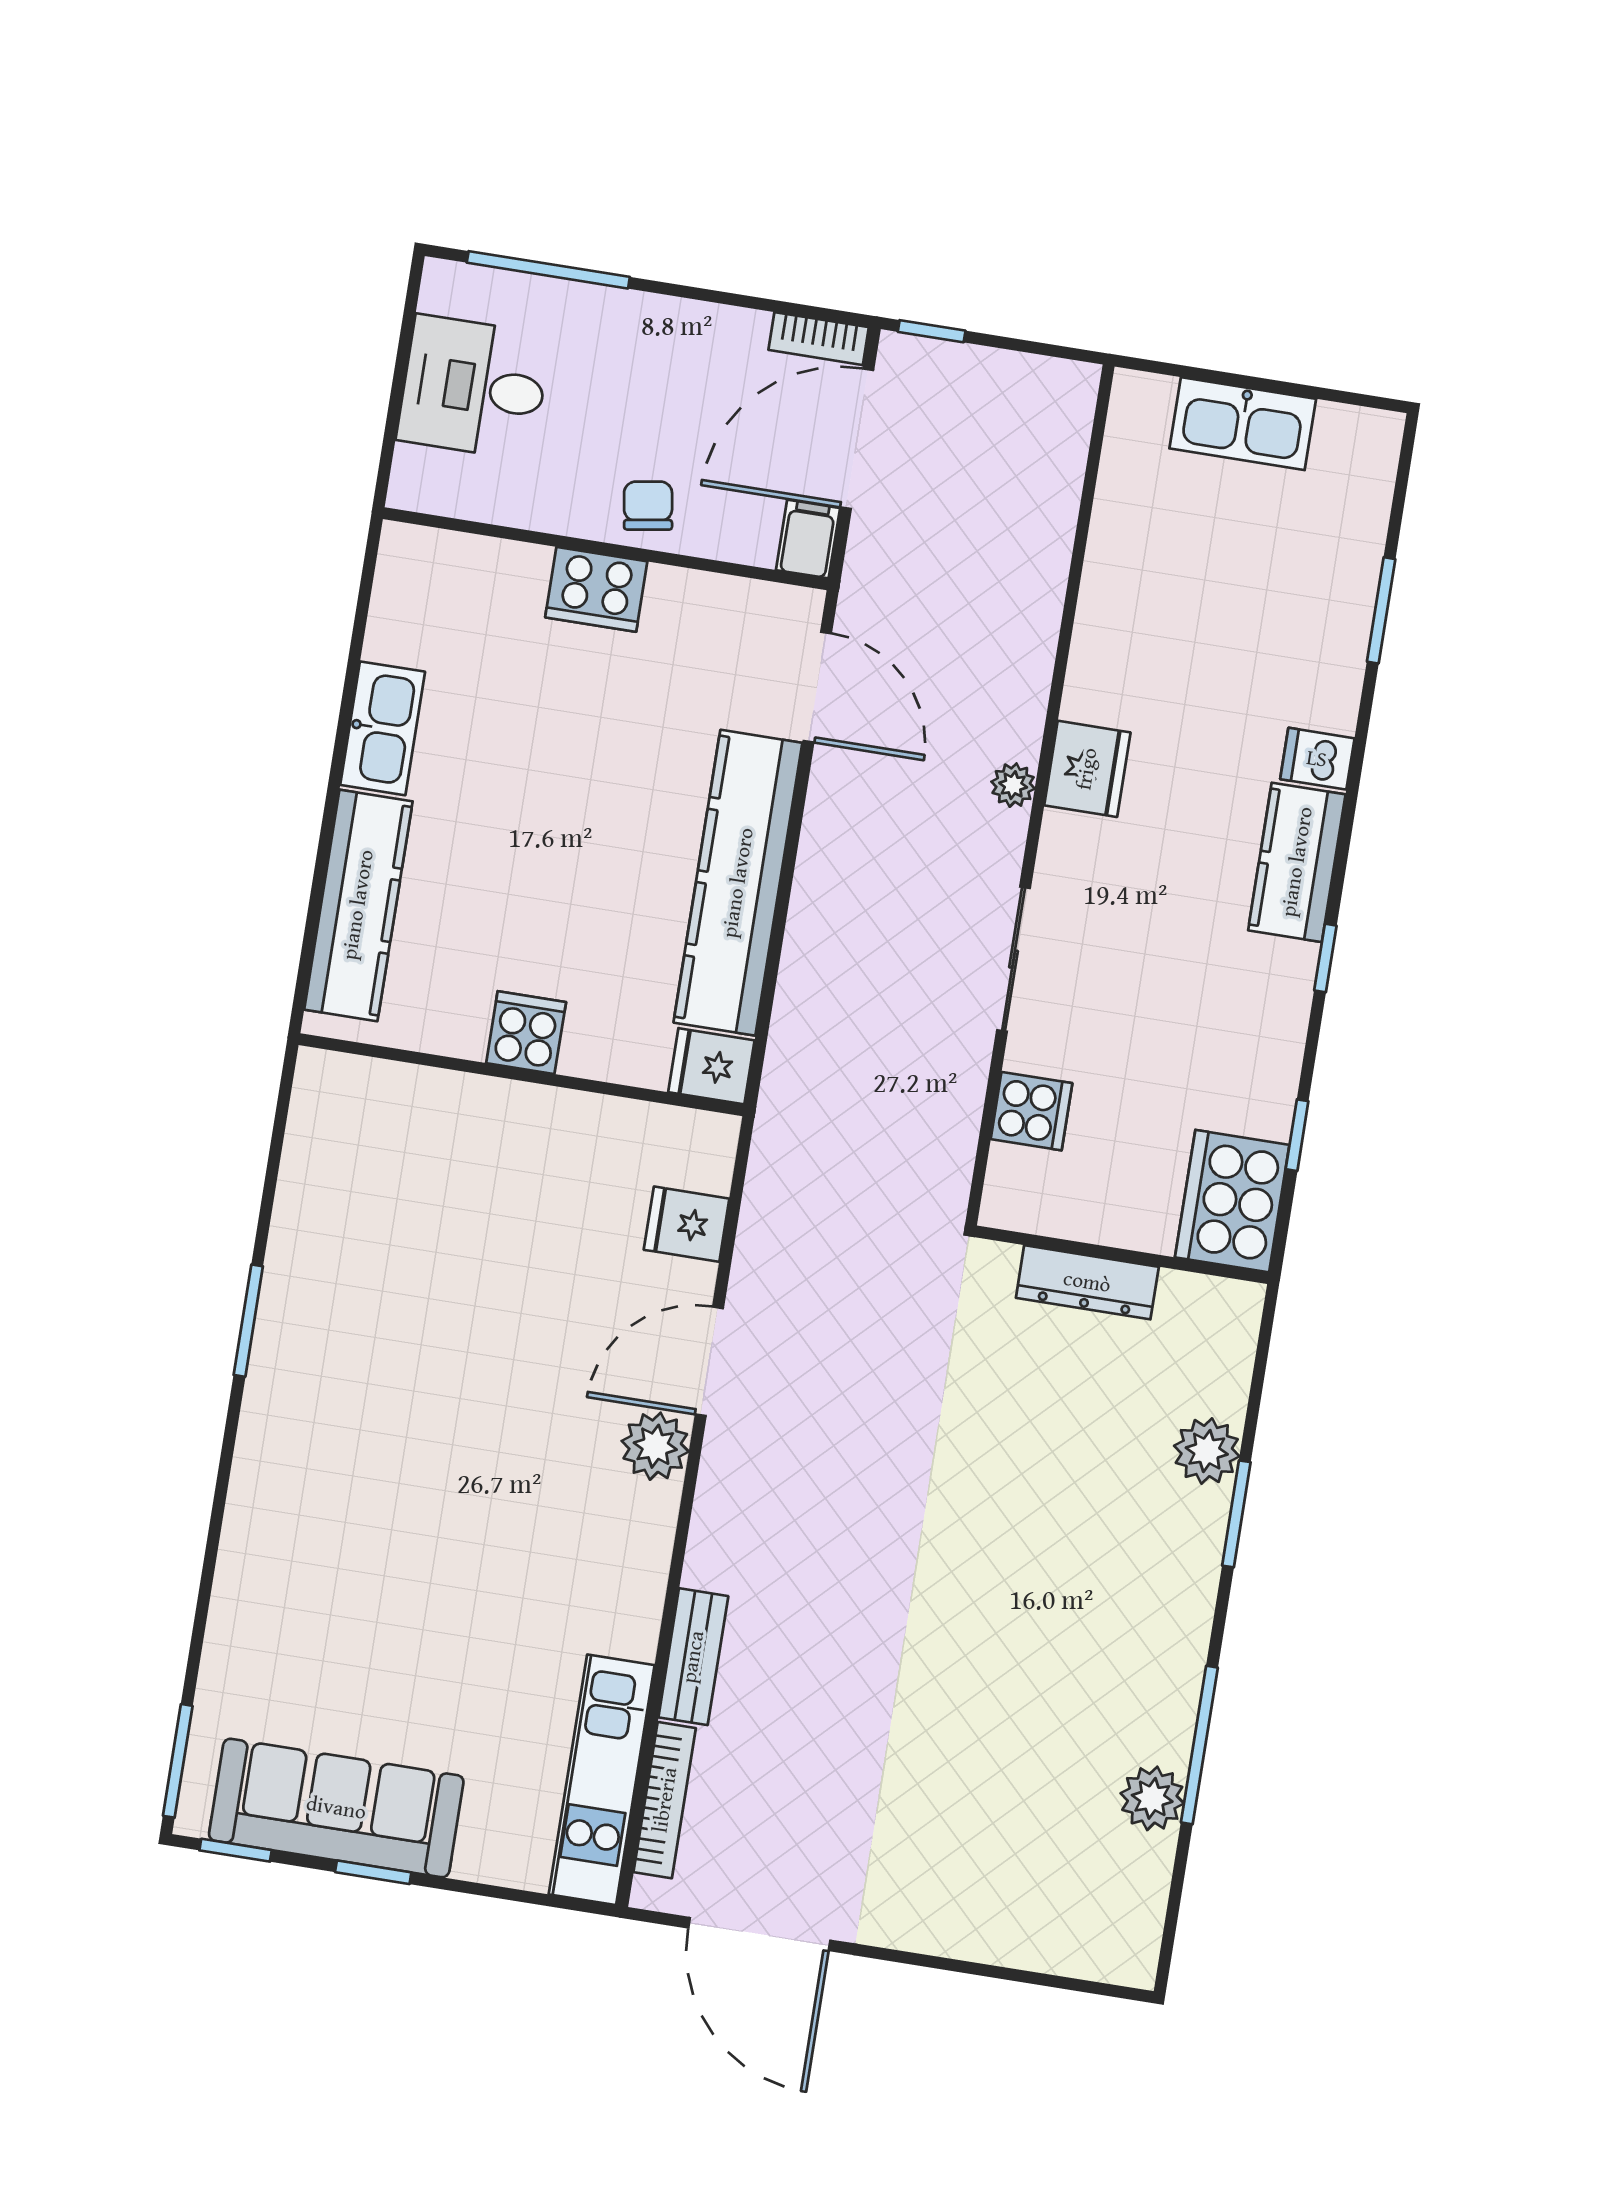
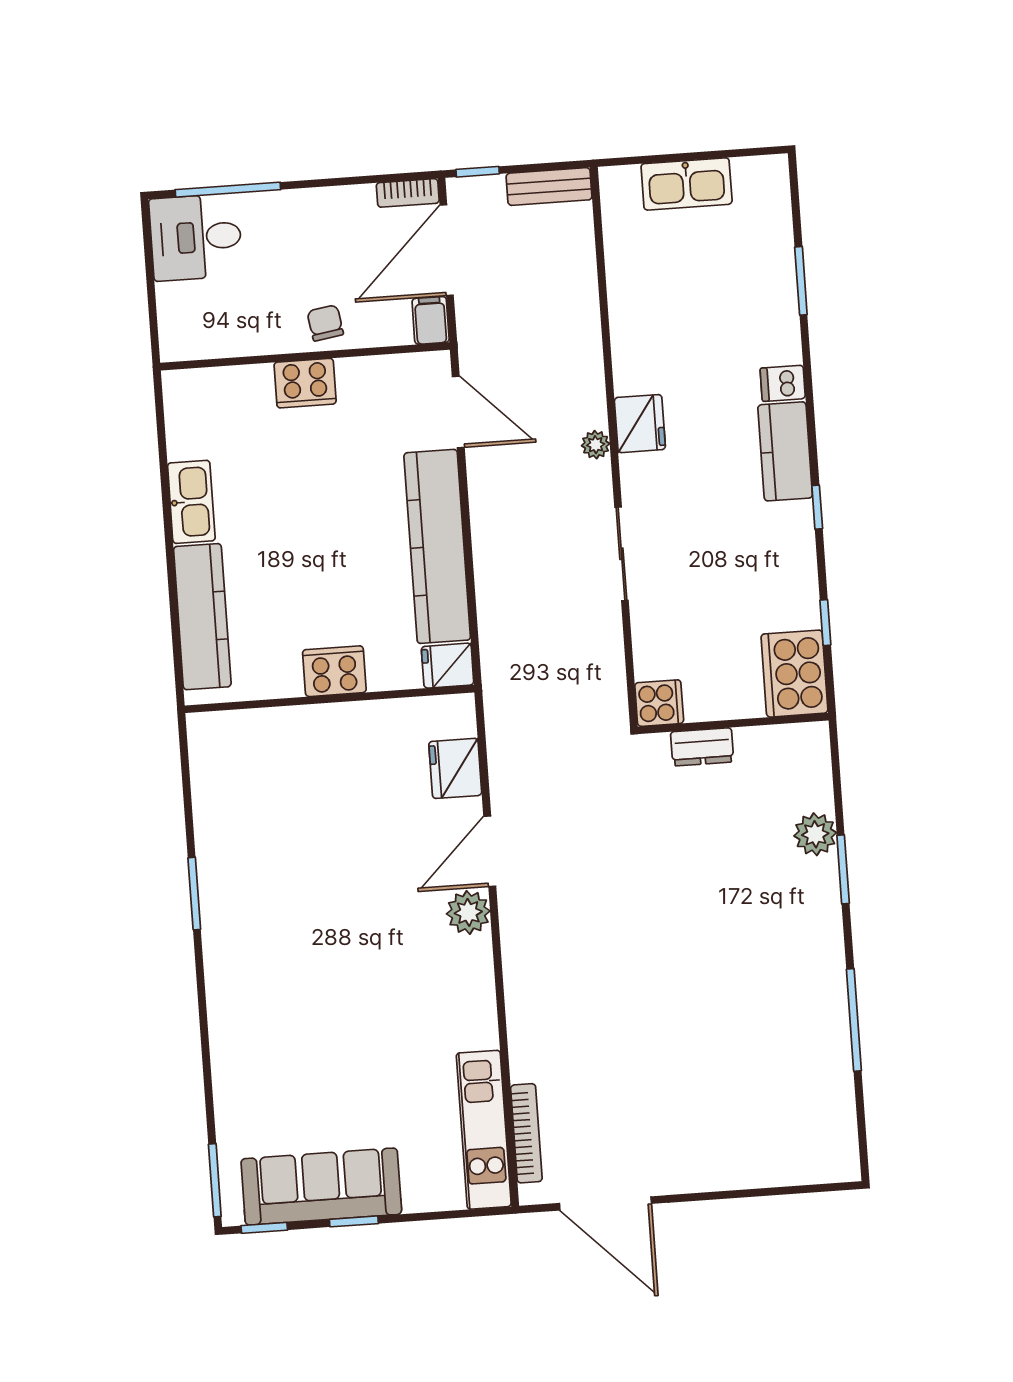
desk: (474, 387) -> (196, 237), moved
cooker: (526, 1033) -> (334, 671), width x1.36
cooker: (1032, 1111) -> (659, 703), moved
fridge: (687, 1224) -> (455, 768), width x1.38
dresser: (1087, 1282) -> (702, 747), width x0.70
bench: (693, 1657) -> (549, 187), moved, turned 90
plant: (1152, 1798) -> (832, 1060), removed

